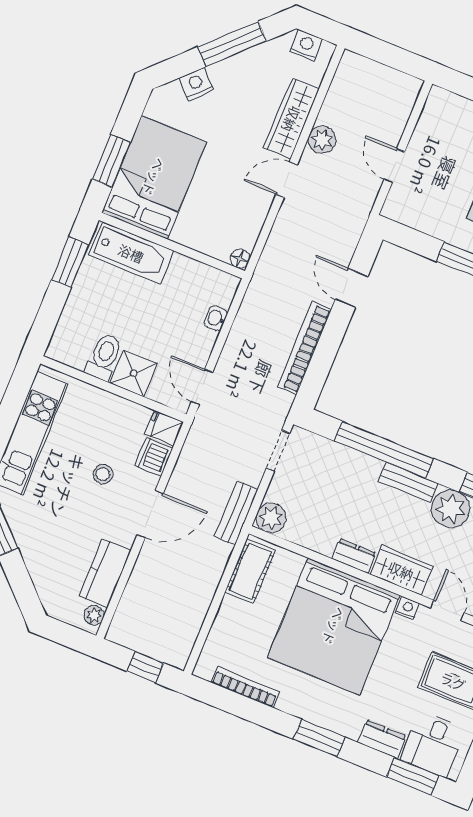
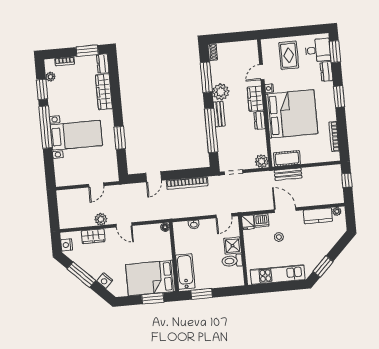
wardrobe: (292, 119) -> (93, 236), width x0.67
bench: (236, 513) -> (288, 174), moved

